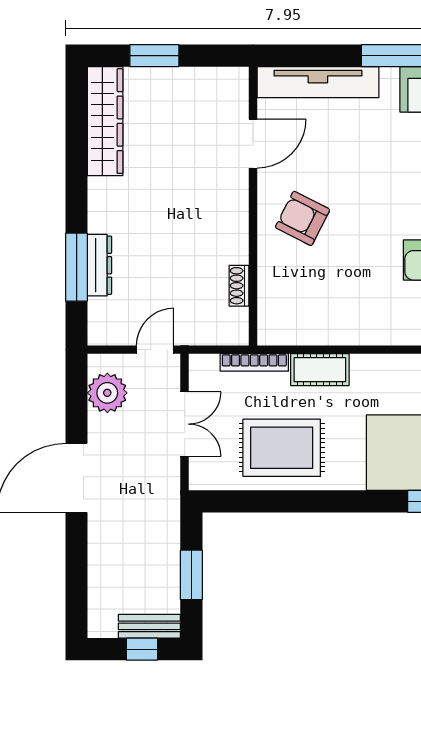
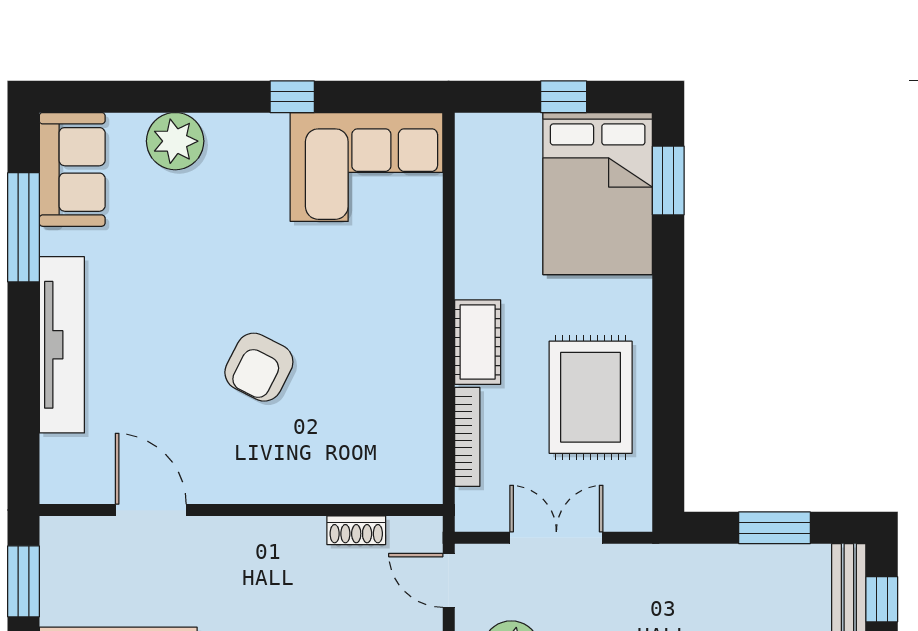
door: (253, 144) -> (151, 510), moved
wall: (253, 206) -> (241, 510), moved
shoe rack: (239, 286) -> (356, 530), moved

